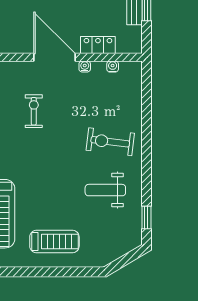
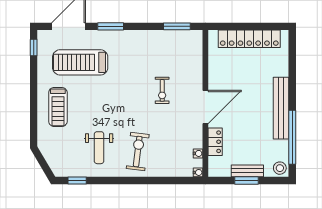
water cooler: (85, 66) -> (198, 172), moved
exercise bike: (34, 111) -> (162, 90), turned 90
weight bench: (105, 190) -> (99, 148), turned 180

